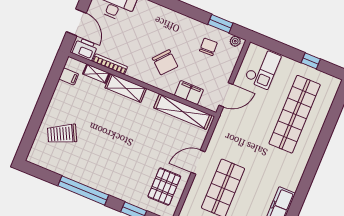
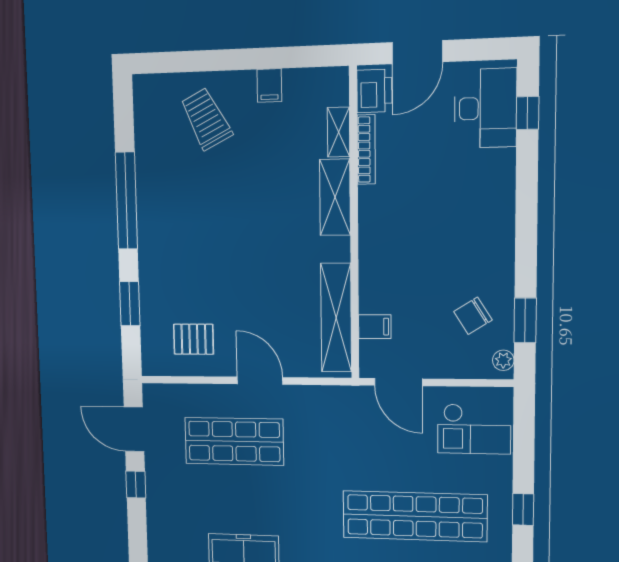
chair: (208, 47) -> (473, 316), turned 150
chair: (165, 62) -> (411, 249), removed
filing cabinet: (69, 77) -> (269, 86), moved
filing cabinet: (189, 93) -> (375, 327), width x0.50
pallet: (164, 187) -> (194, 339), width x0.67, depth x0.71

